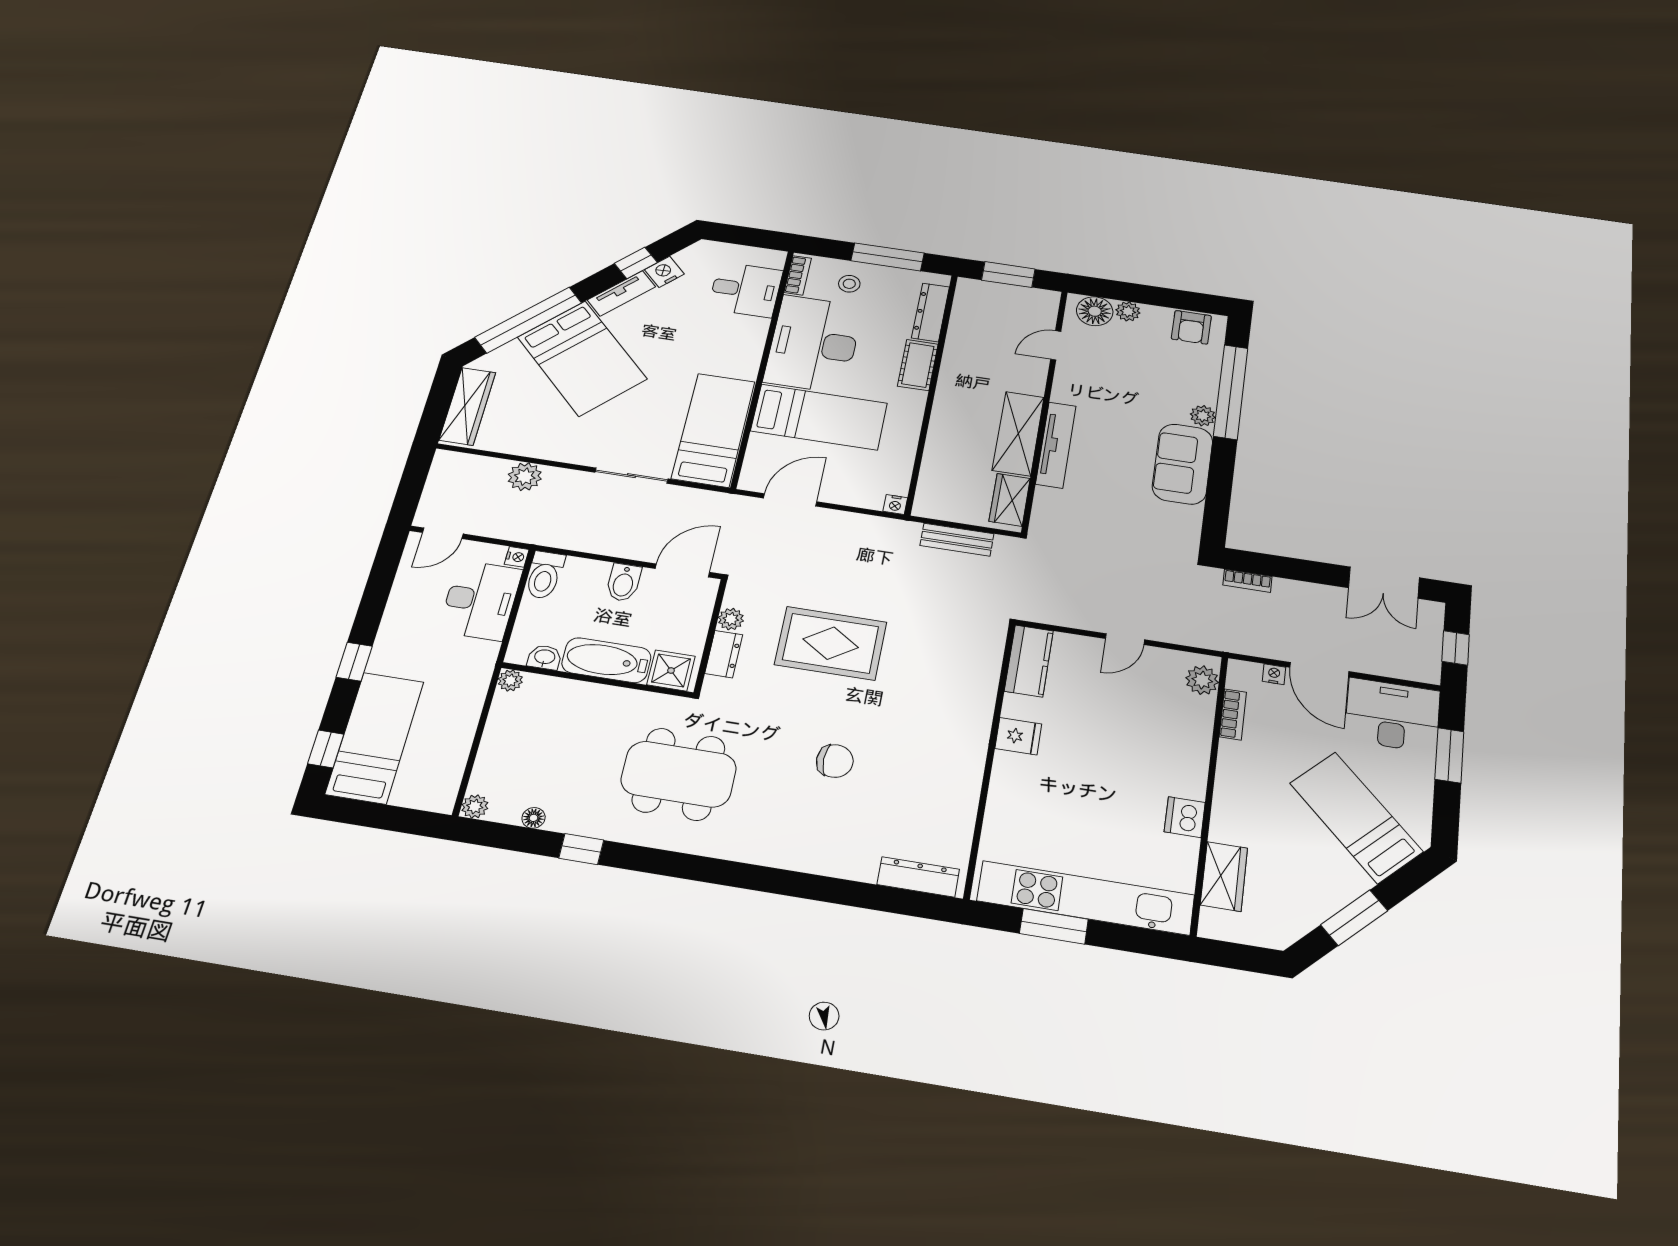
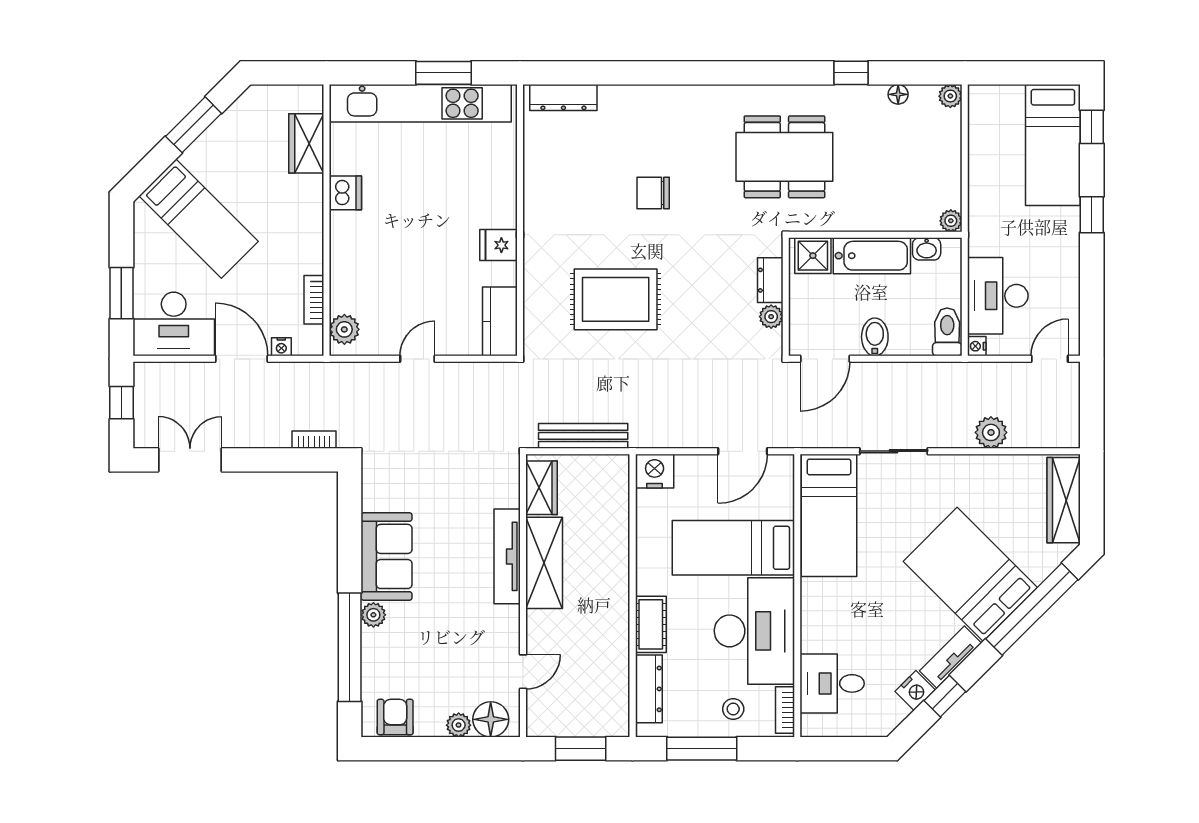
nightstand: (895, 505) -> (655, 471), width x1.89, depth x1.79
bench: (957, 540) -> (583, 436), width x1.36
rug: (831, 643) -> (616, 299), moved

